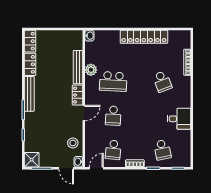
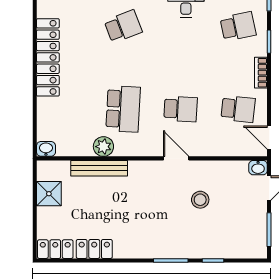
bench: (29, 94) -> (144, 250), removed
locker: (78, 95) -> (146, 169), removed
stool: (73, 143) -> (200, 200), moved
shower: (32, 160) -> (49, 194), moved

